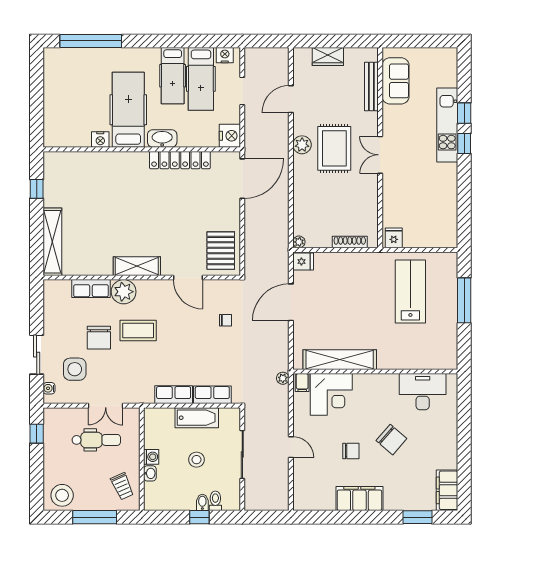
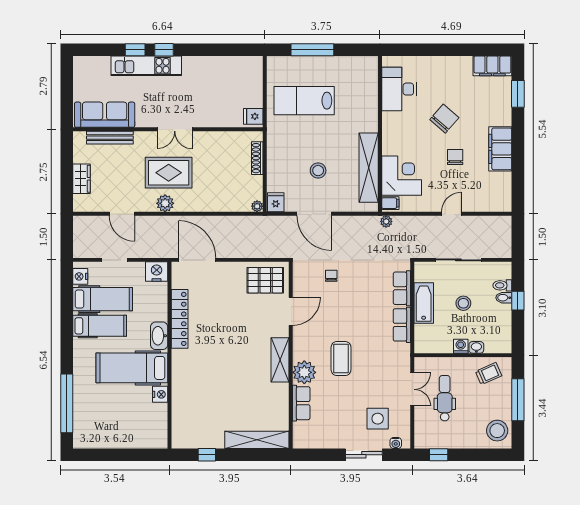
sofa: (396, 81) -> (105, 115), width x1.36
stool: (337, 306) -> (318, 171), added
chair: (99, 338) -> (348, 396), removed

